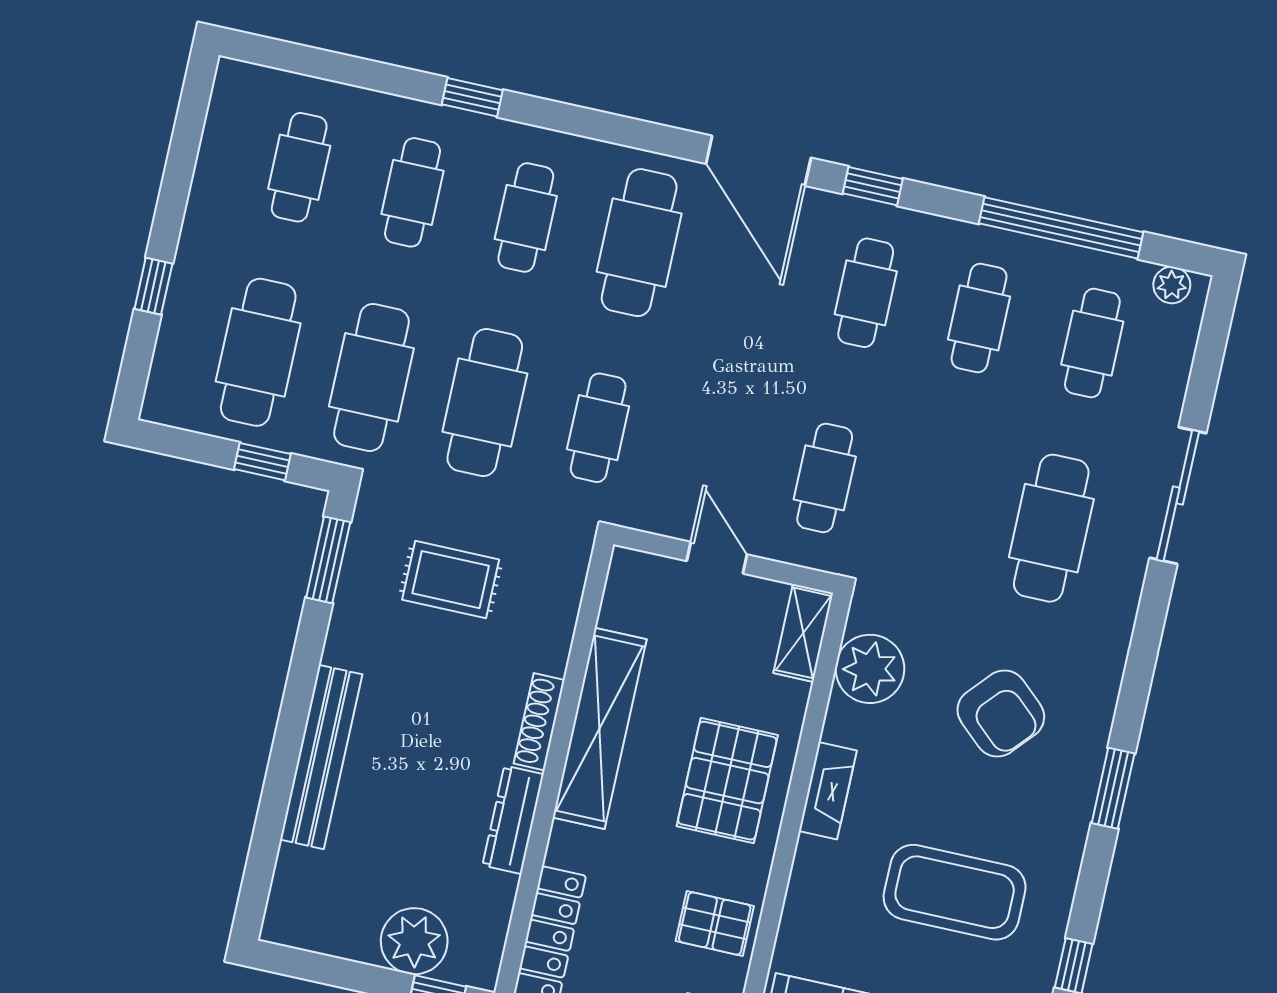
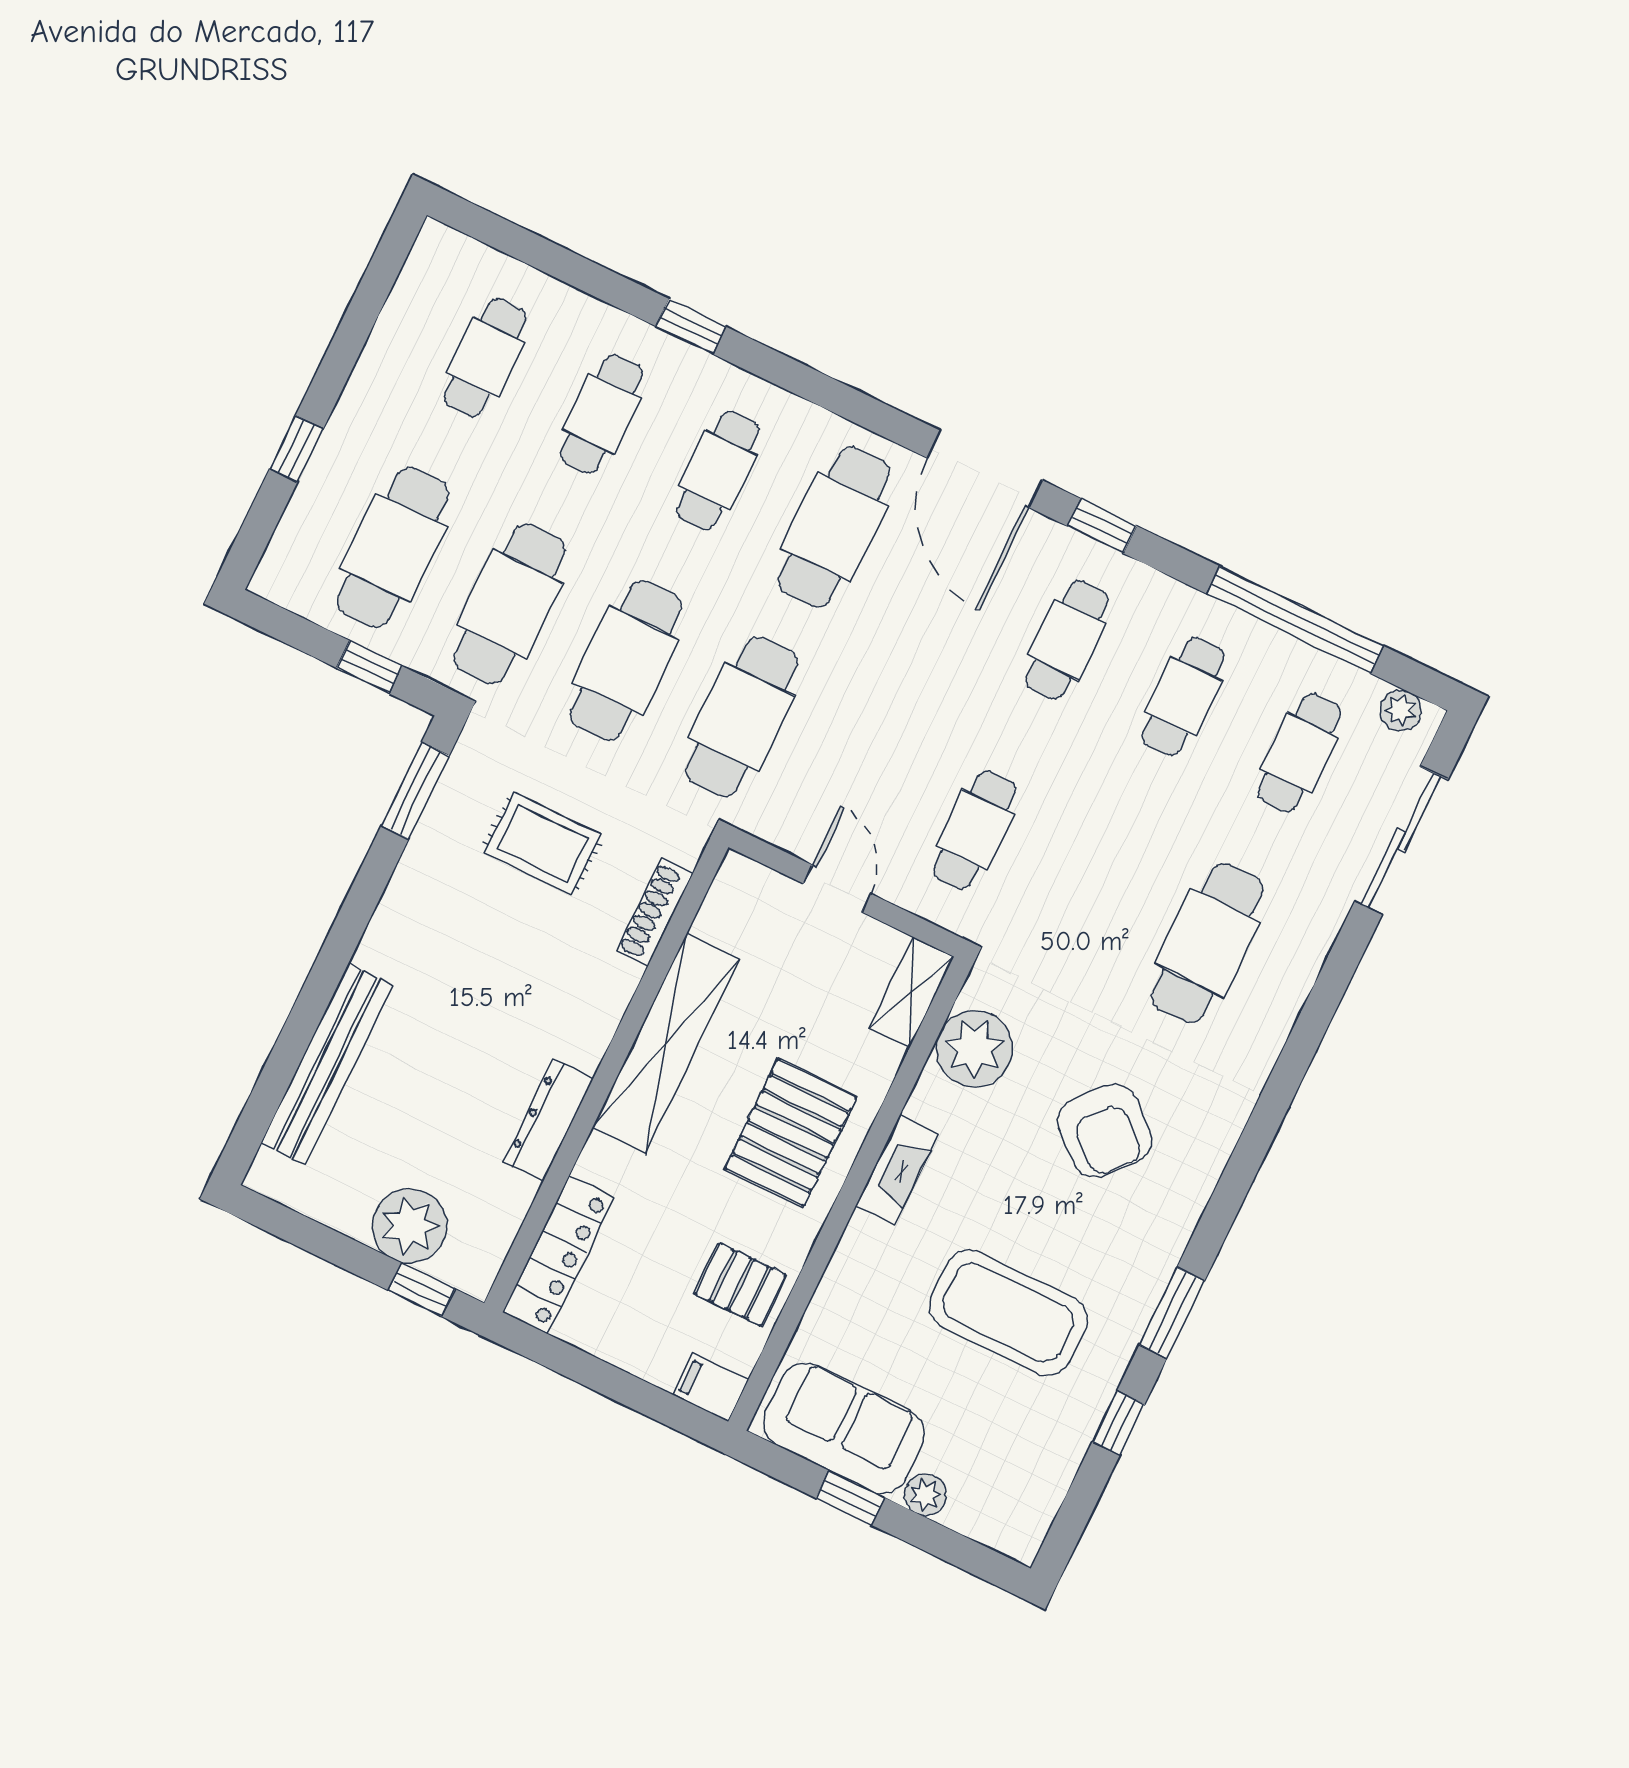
cafe table: (598, 428) -> (742, 717), width x1.37, depth x1.35
sliding door: (1178, 496) -> (1401, 841), moved
shoe rack: (539, 722) -> (654, 913), moved
bench: (321, 757) -> (327, 1064), moved
window: (1113, 788) -> (1172, 1313), moved

